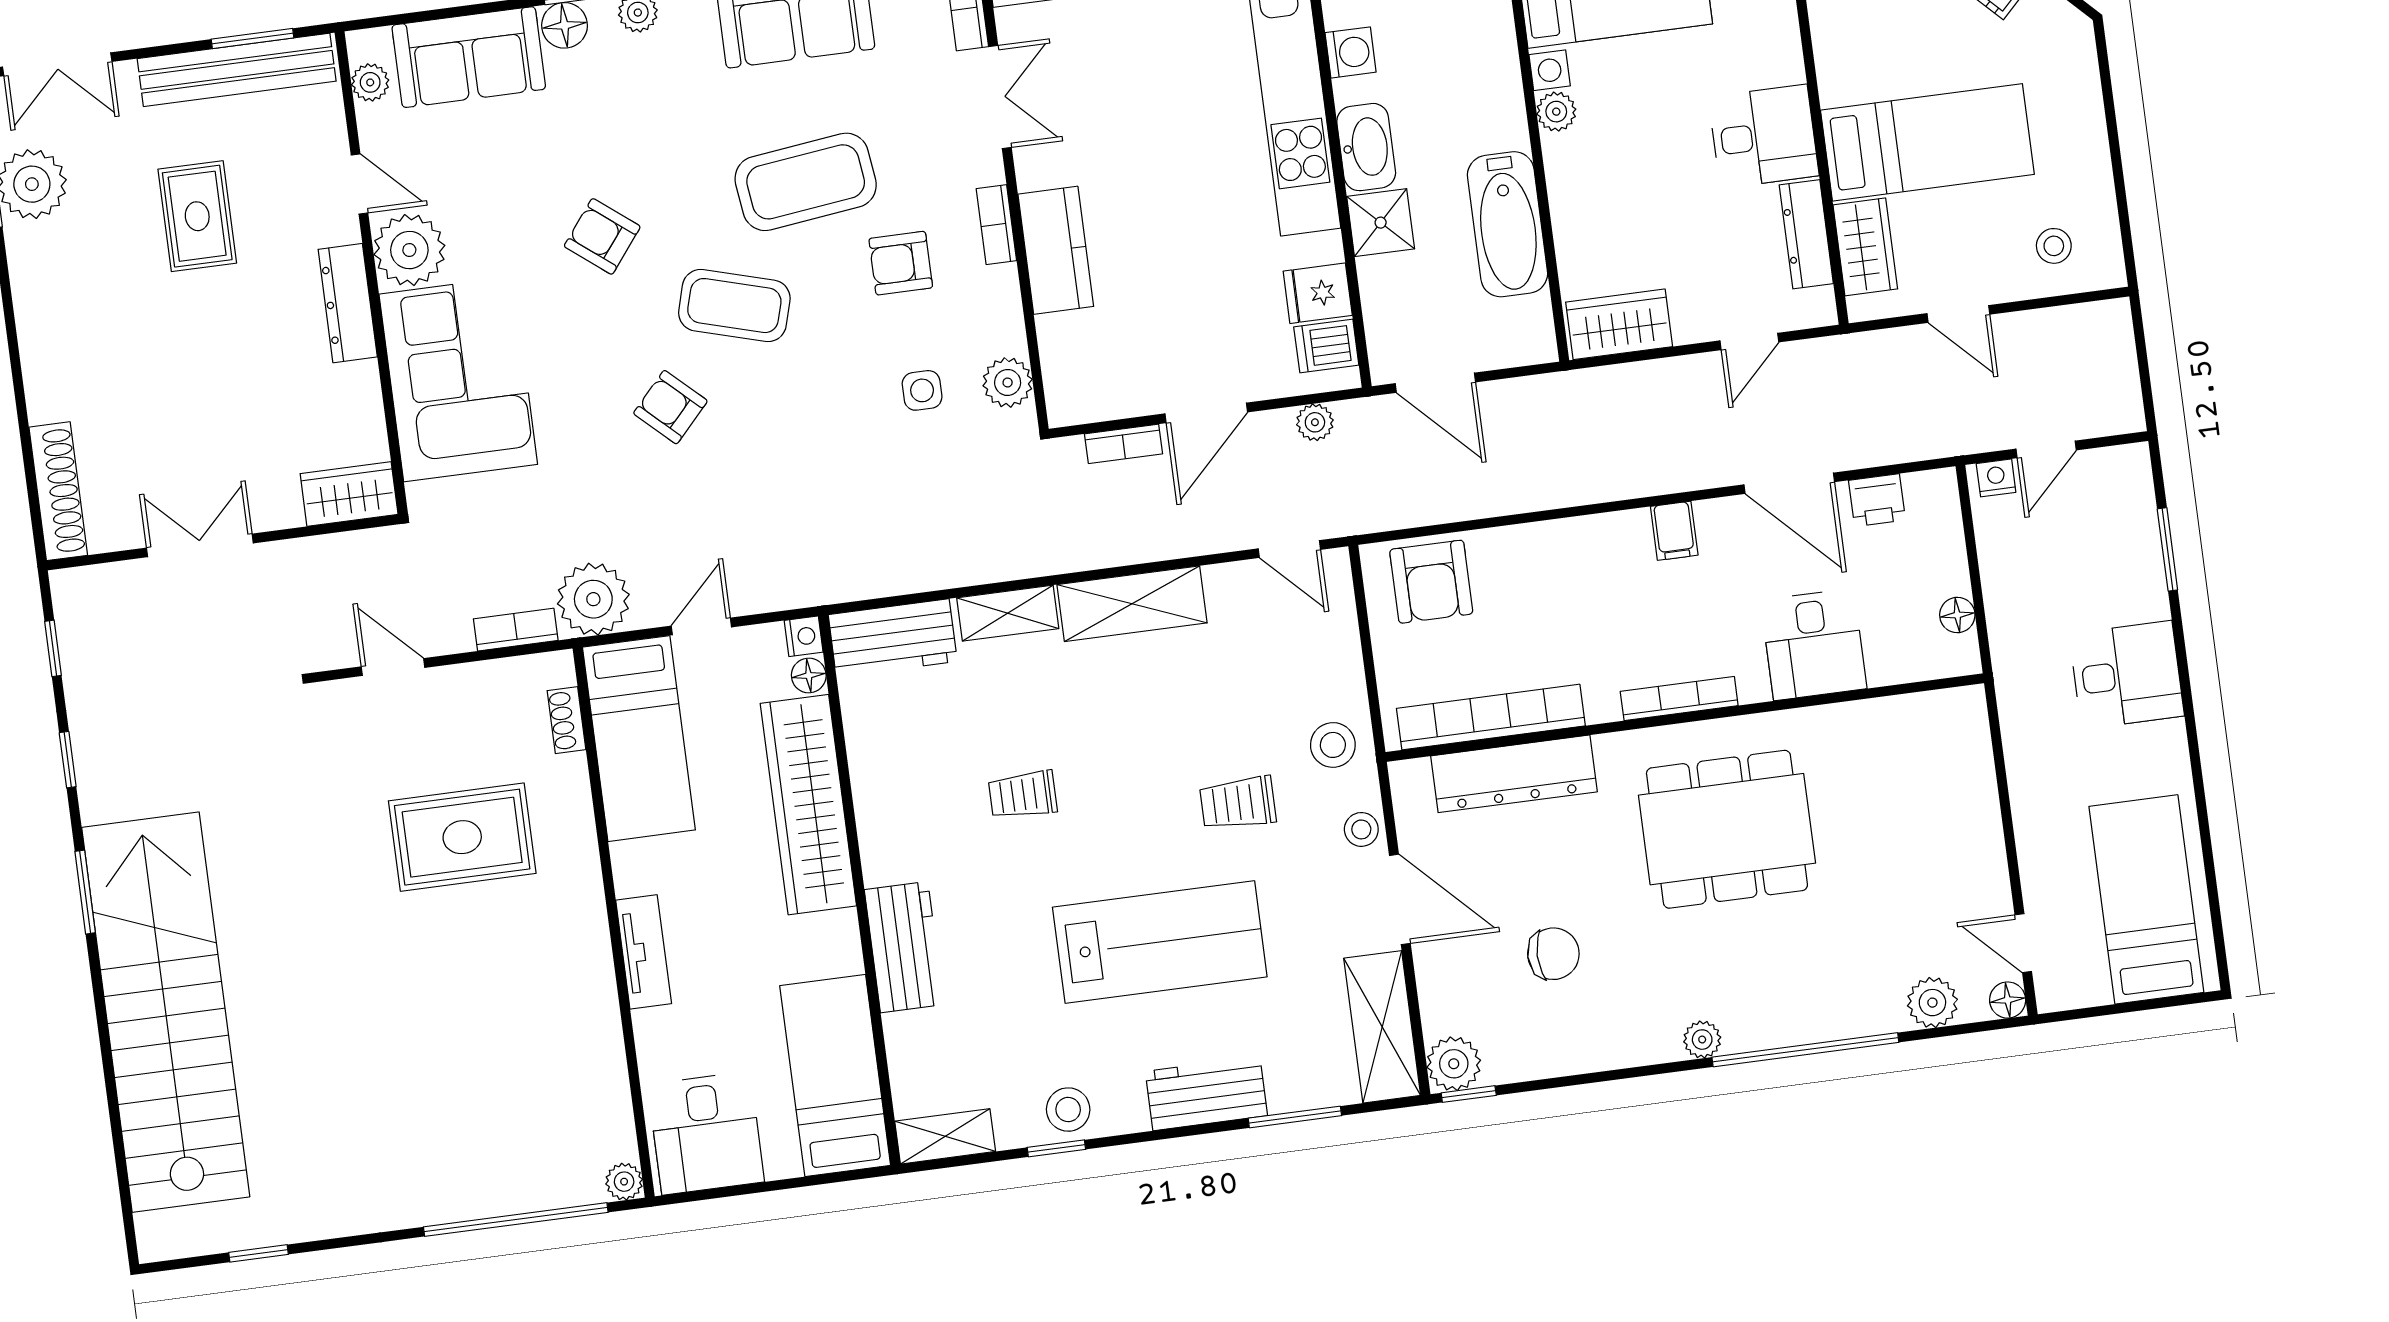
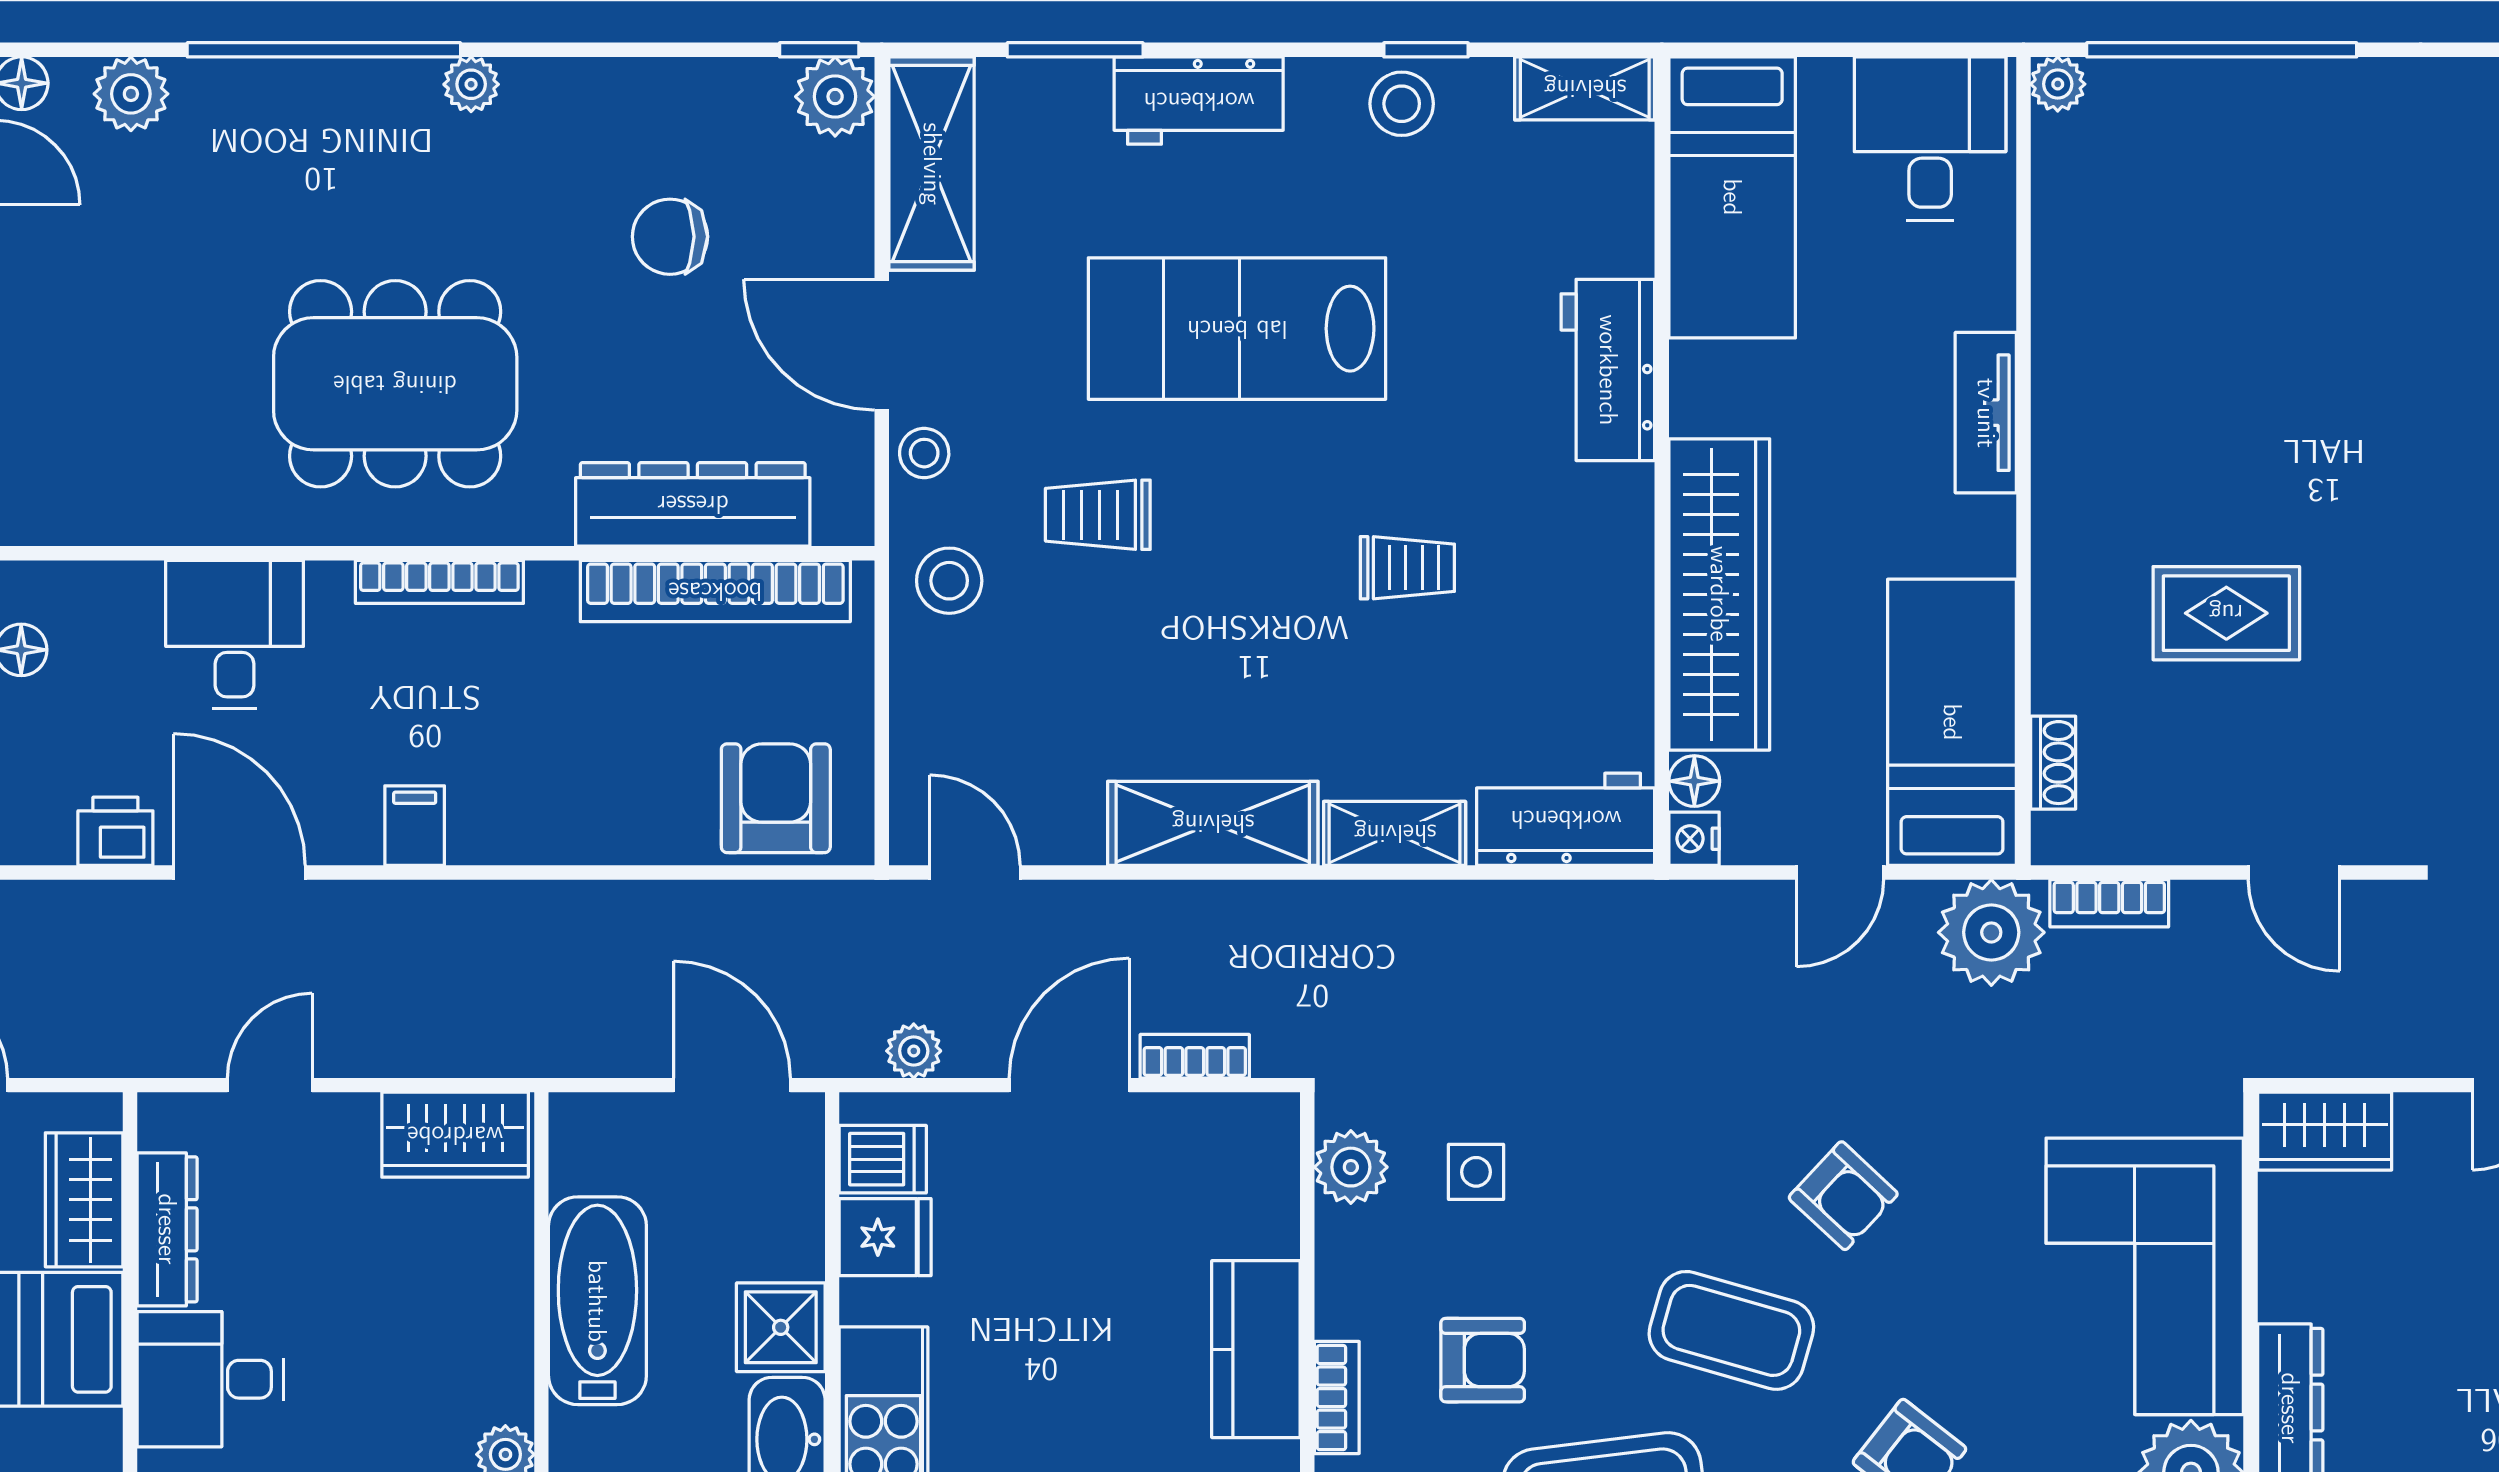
trolley: (1238, 803) -> (1098, 515), turned 180
rug: (462, 837) -> (2226, 613), width x0.73, depth x0.70

